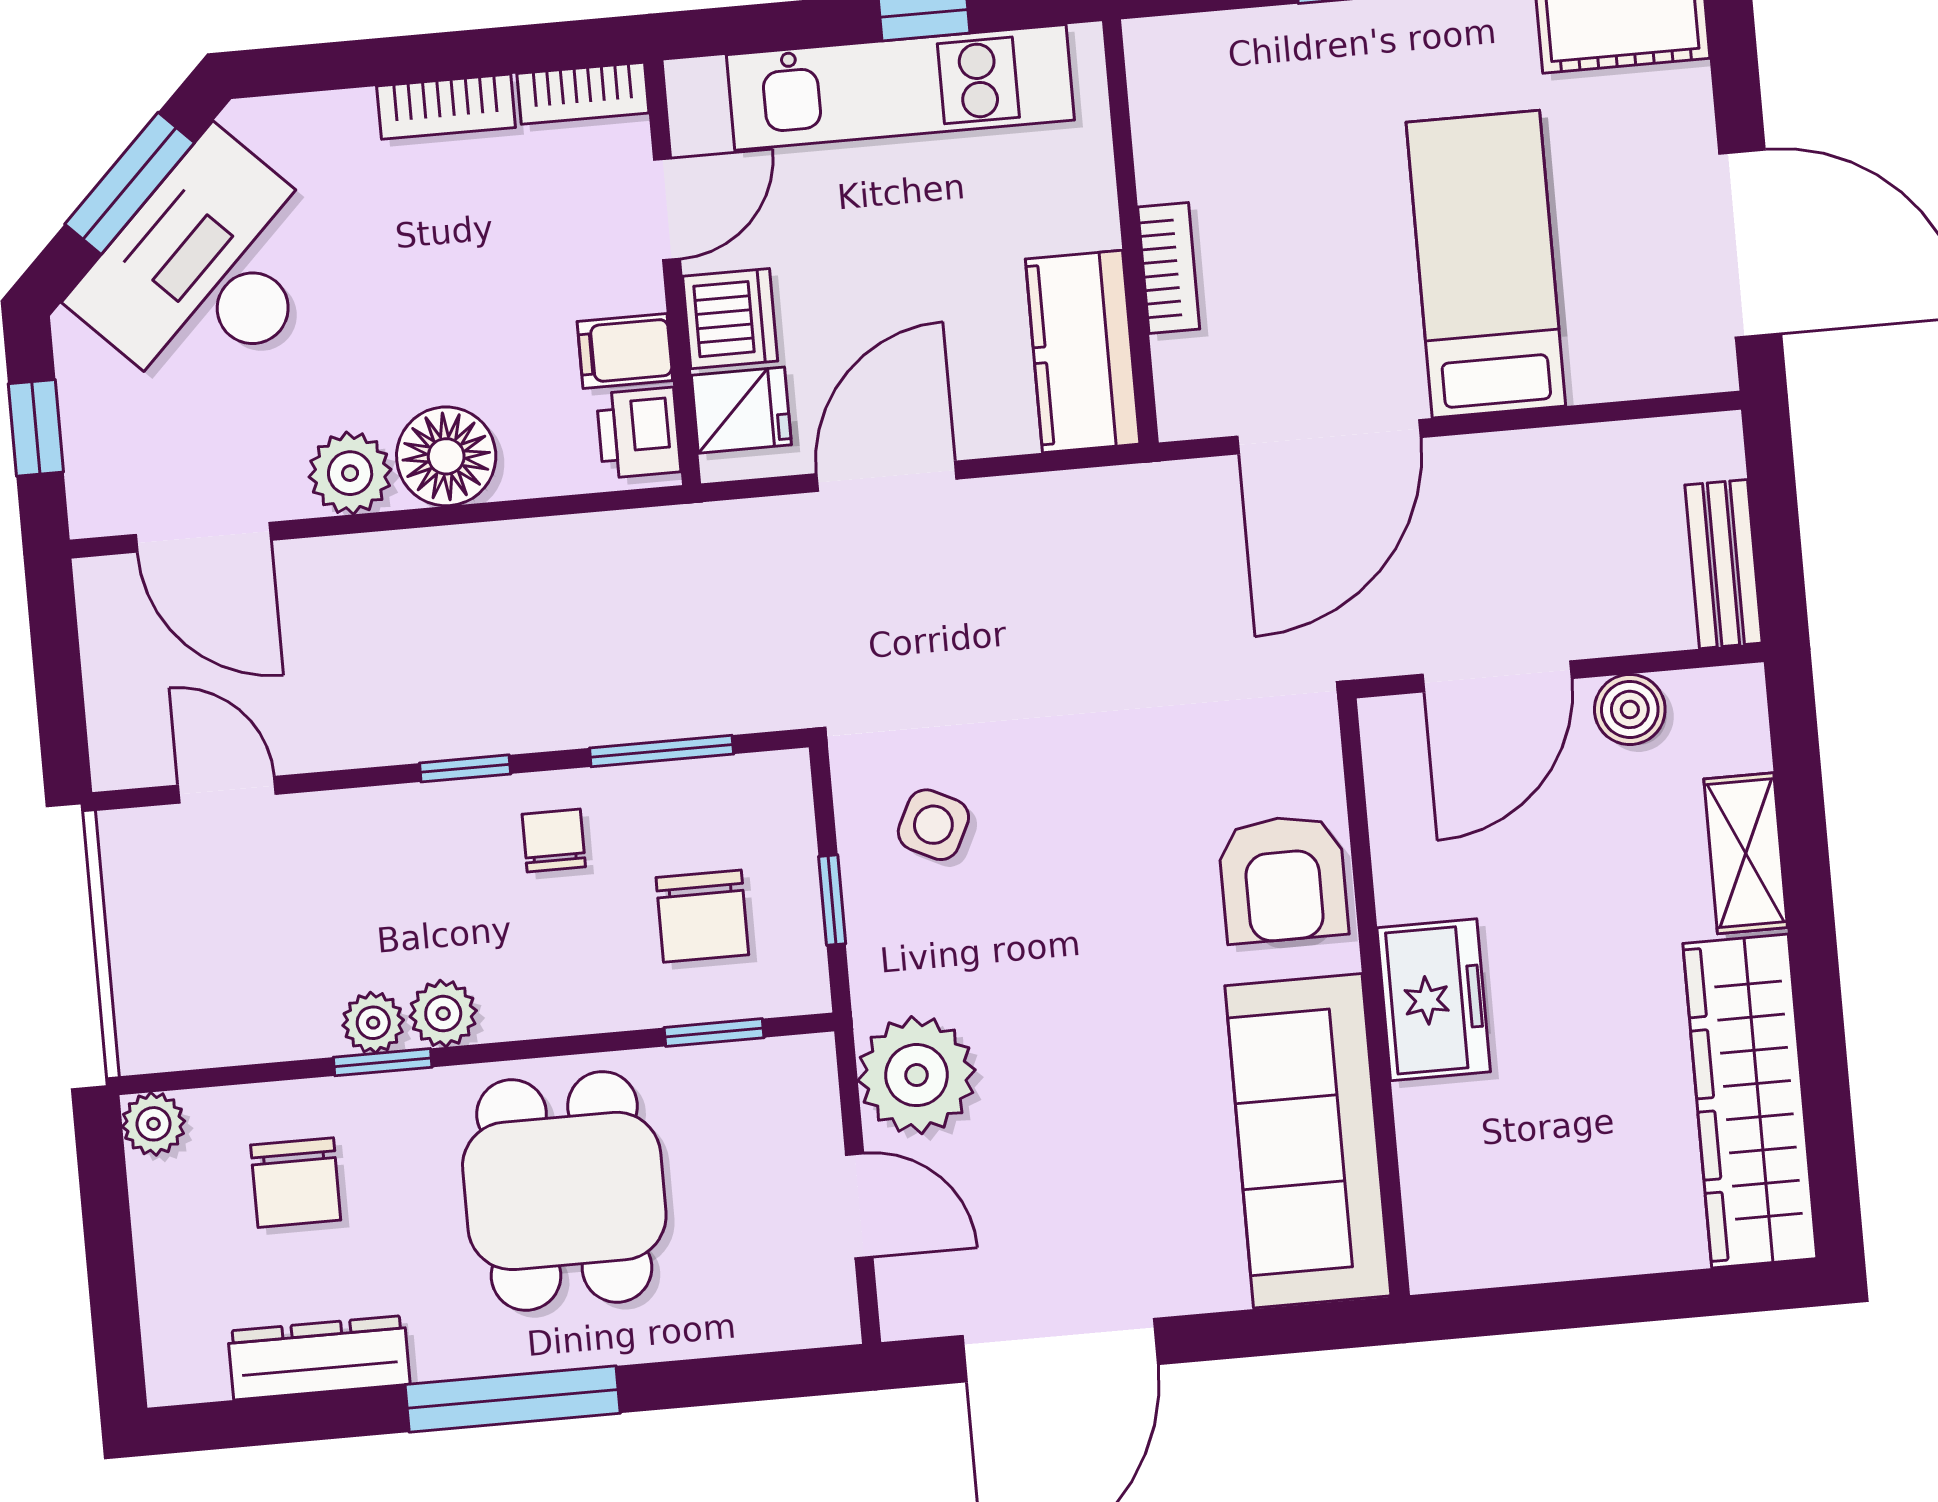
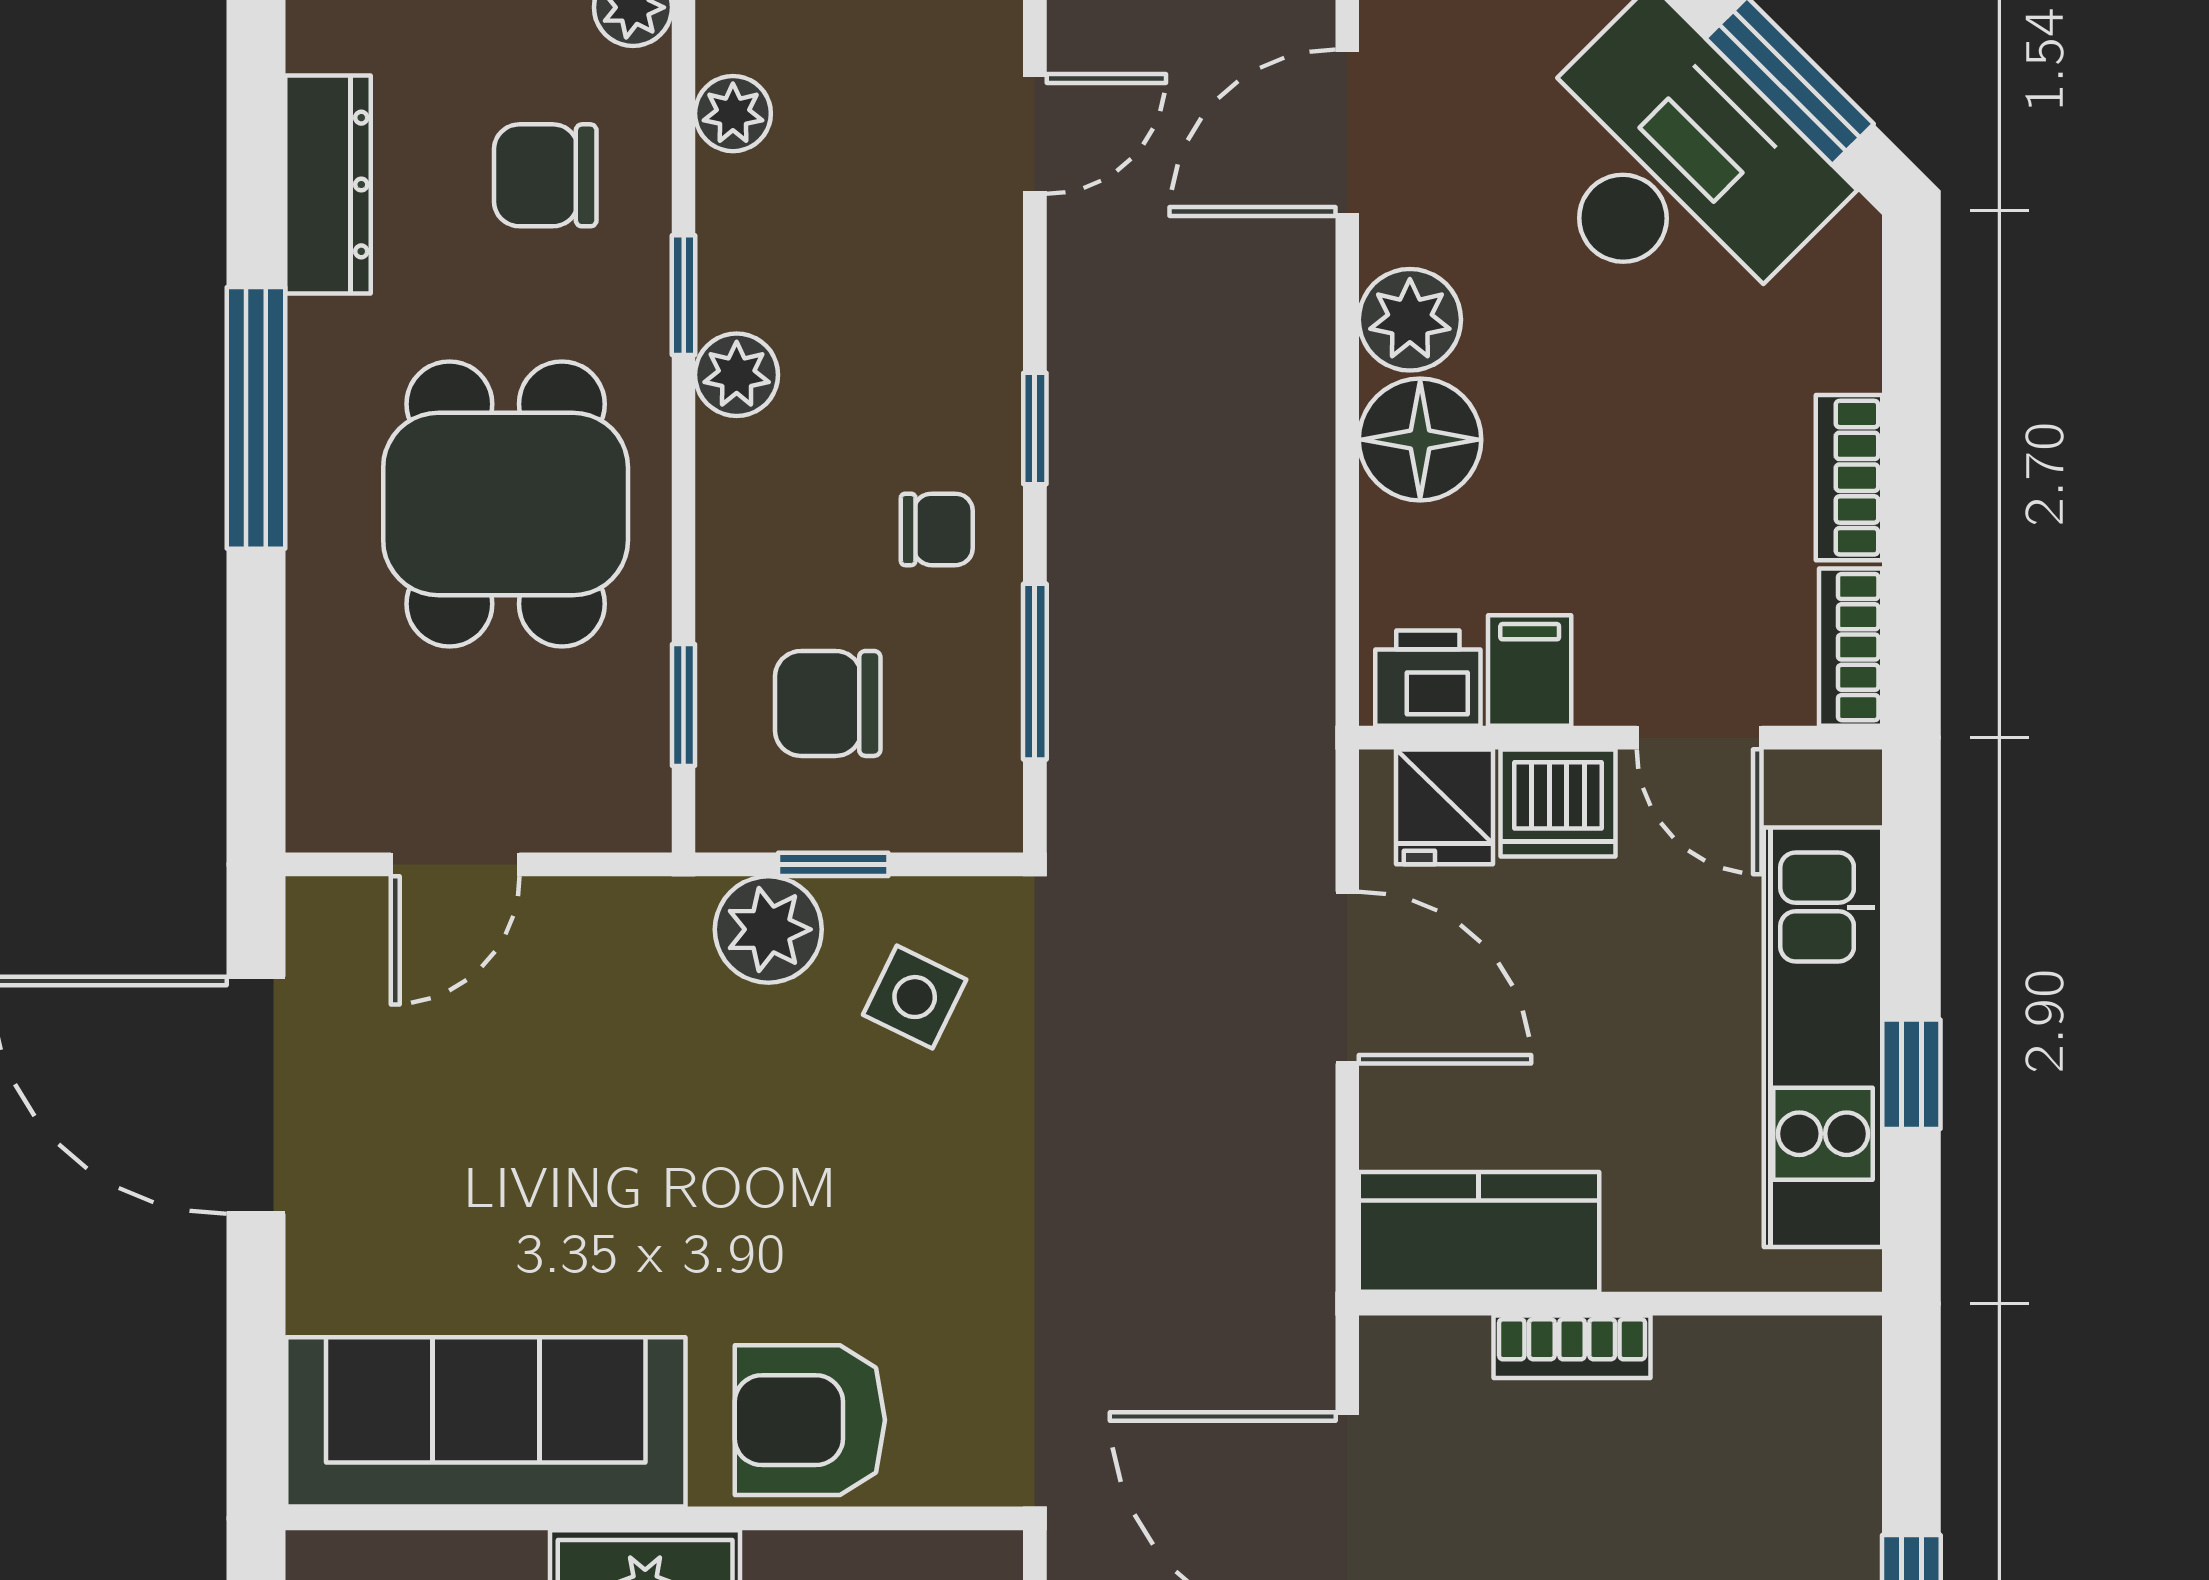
plant: (373, 1023) -> (733, 114), moved
plant: (917, 1075) -> (768, 929), moved, width x0.73, depth x0.73
dining table: (564, 1191) -> (506, 504), turned 90

